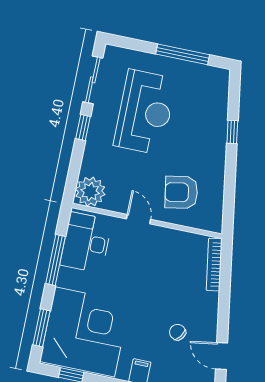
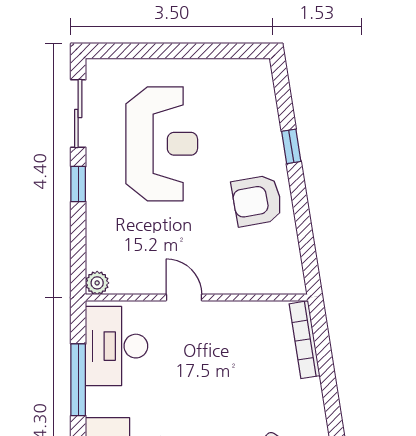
window: (183, 54) -> (198, 51), removed
plant: (90, 192) -> (97, 283), width x0.53, depth x0.53
armchair: (181, 192) -> (257, 201), moved

